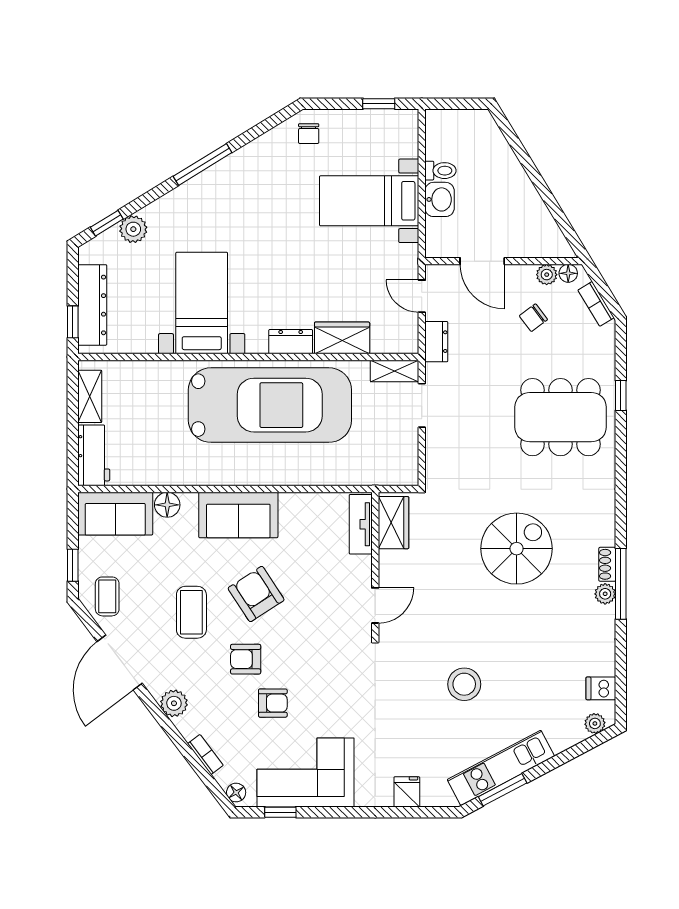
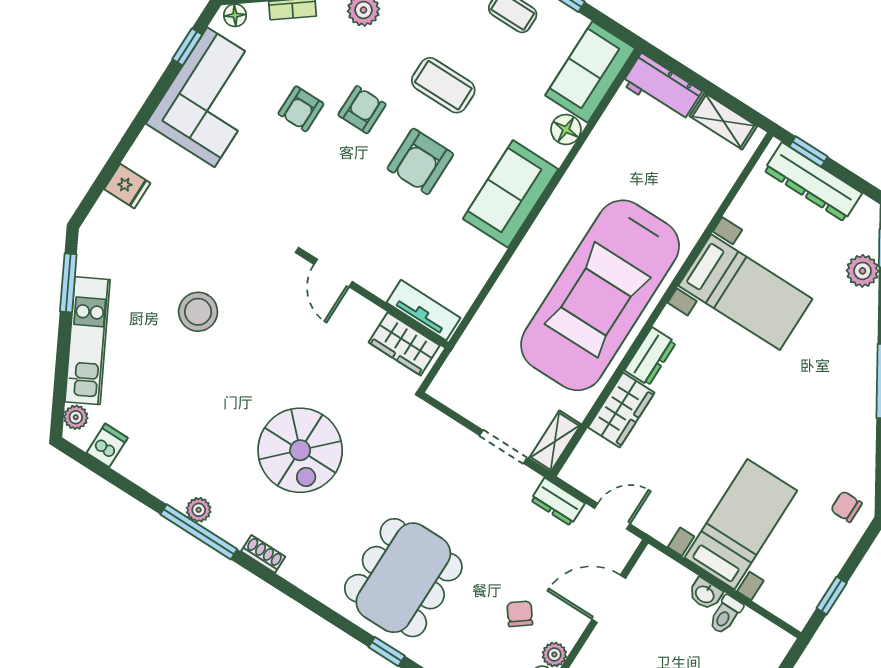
washbasin: (440, 199) -> (705, 594), width x0.72, depth x0.69
shoe rack: (607, 564) -> (263, 554), moved
armchair: (256, 594) -> (420, 161), turned 123
kitchen unit: (501, 768) -> (88, 341), moved

